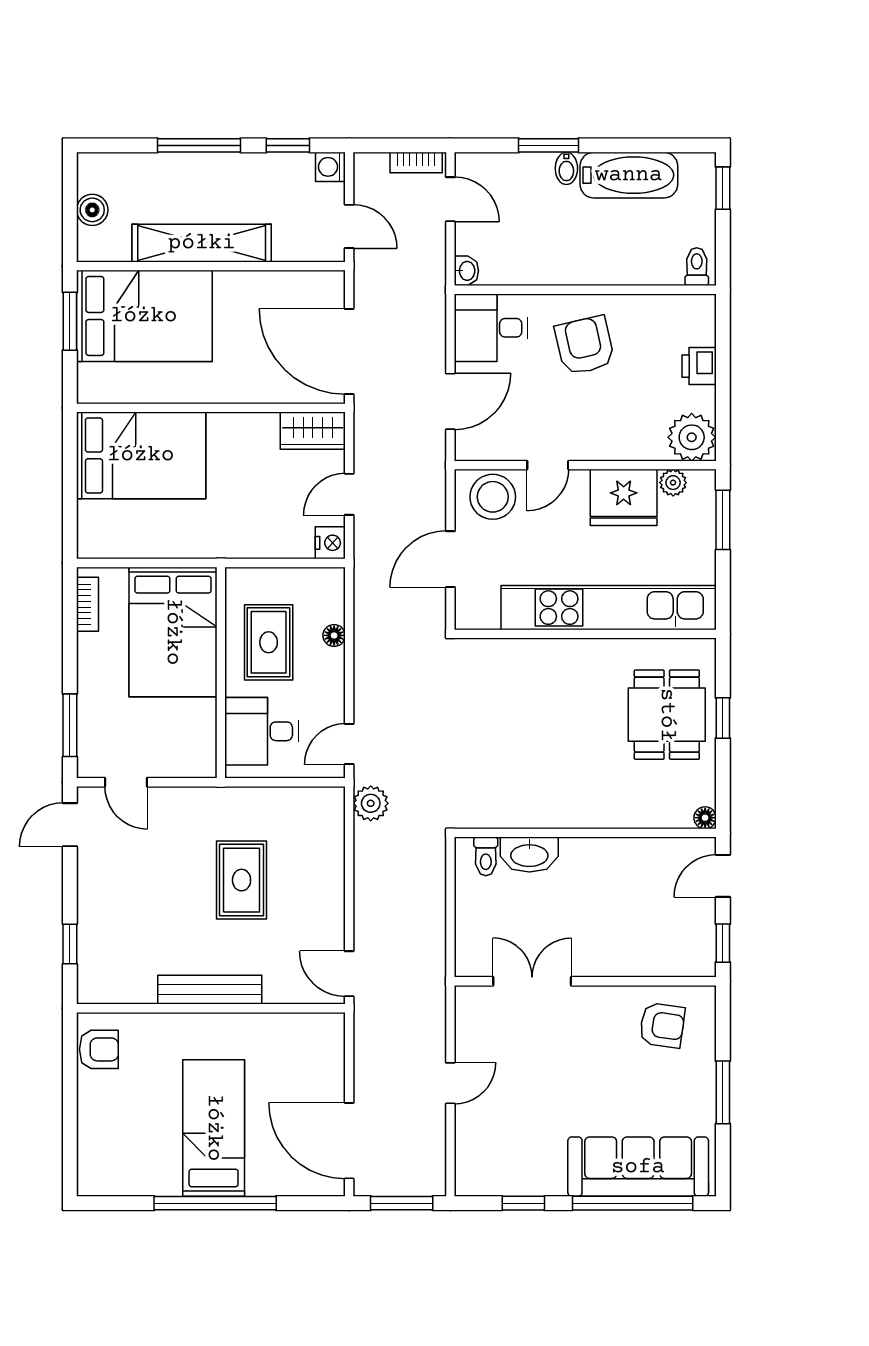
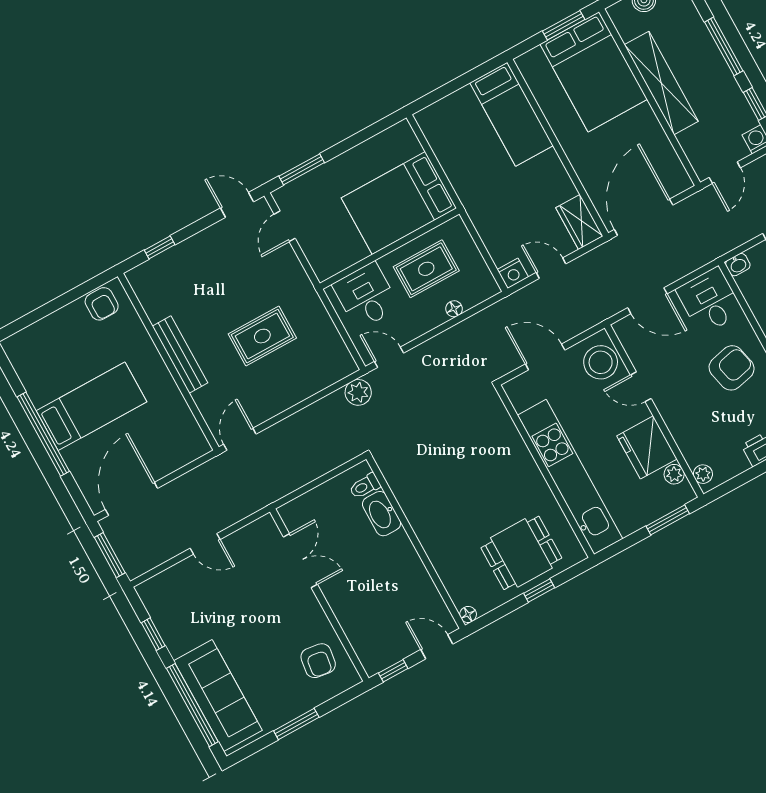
plant: (692, 437) -> (703, 474), width x0.53, depth x0.53
bed: (141, 455) -> (511, 114), width x0.67
bookcase: (87, 604) -> (386, 138), removed

